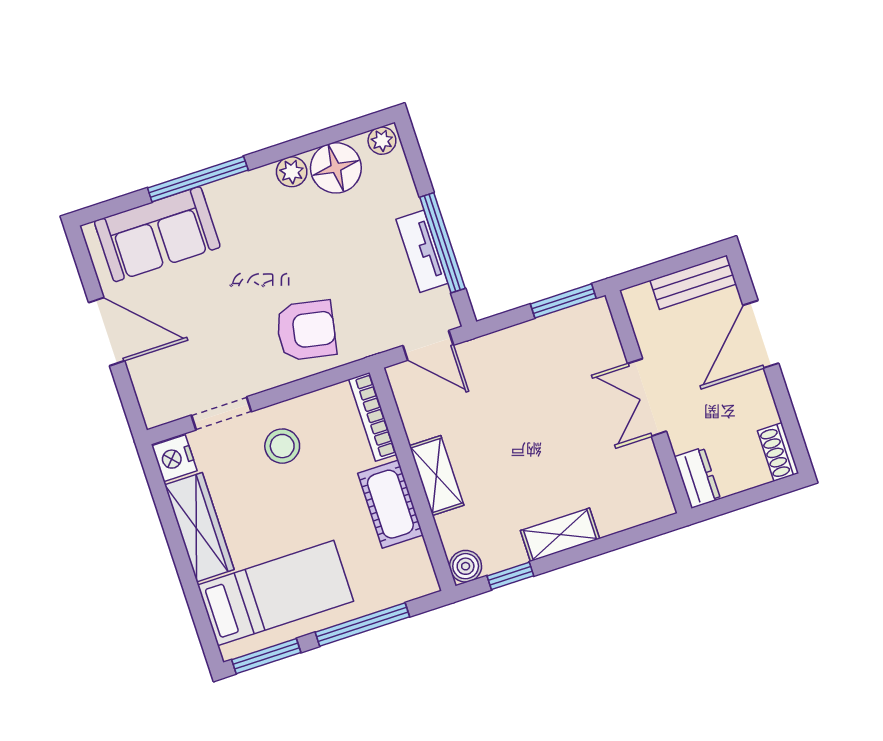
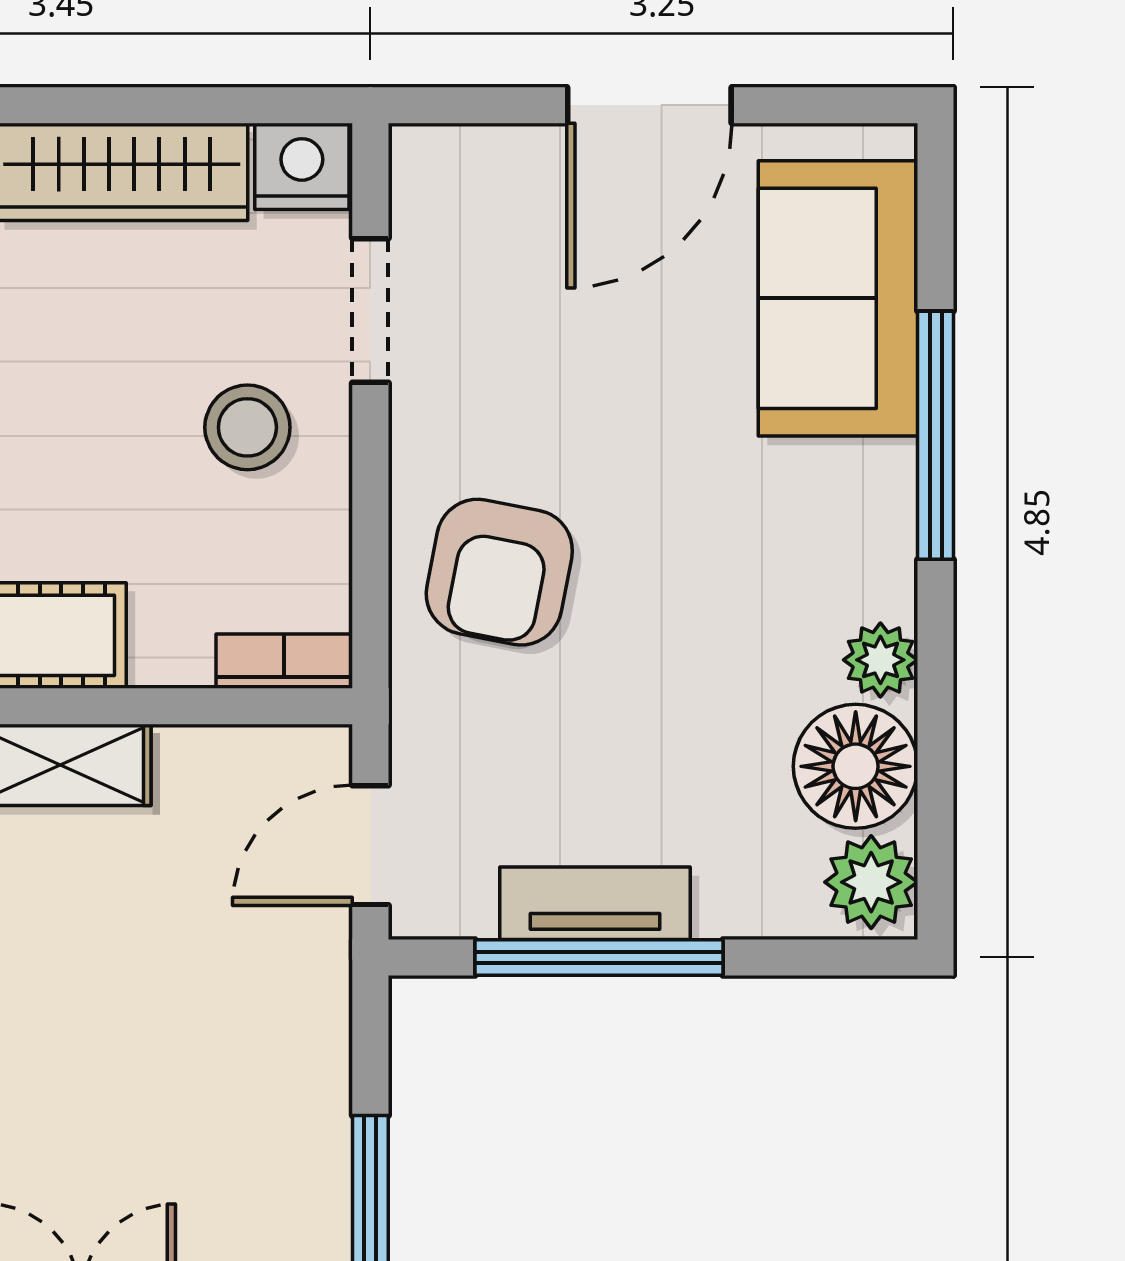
plant: (382, 141) -> (871, 882), width x1.38, depth x1.38
bookcase: (373, 417) -> (284, 661), width x0.64

